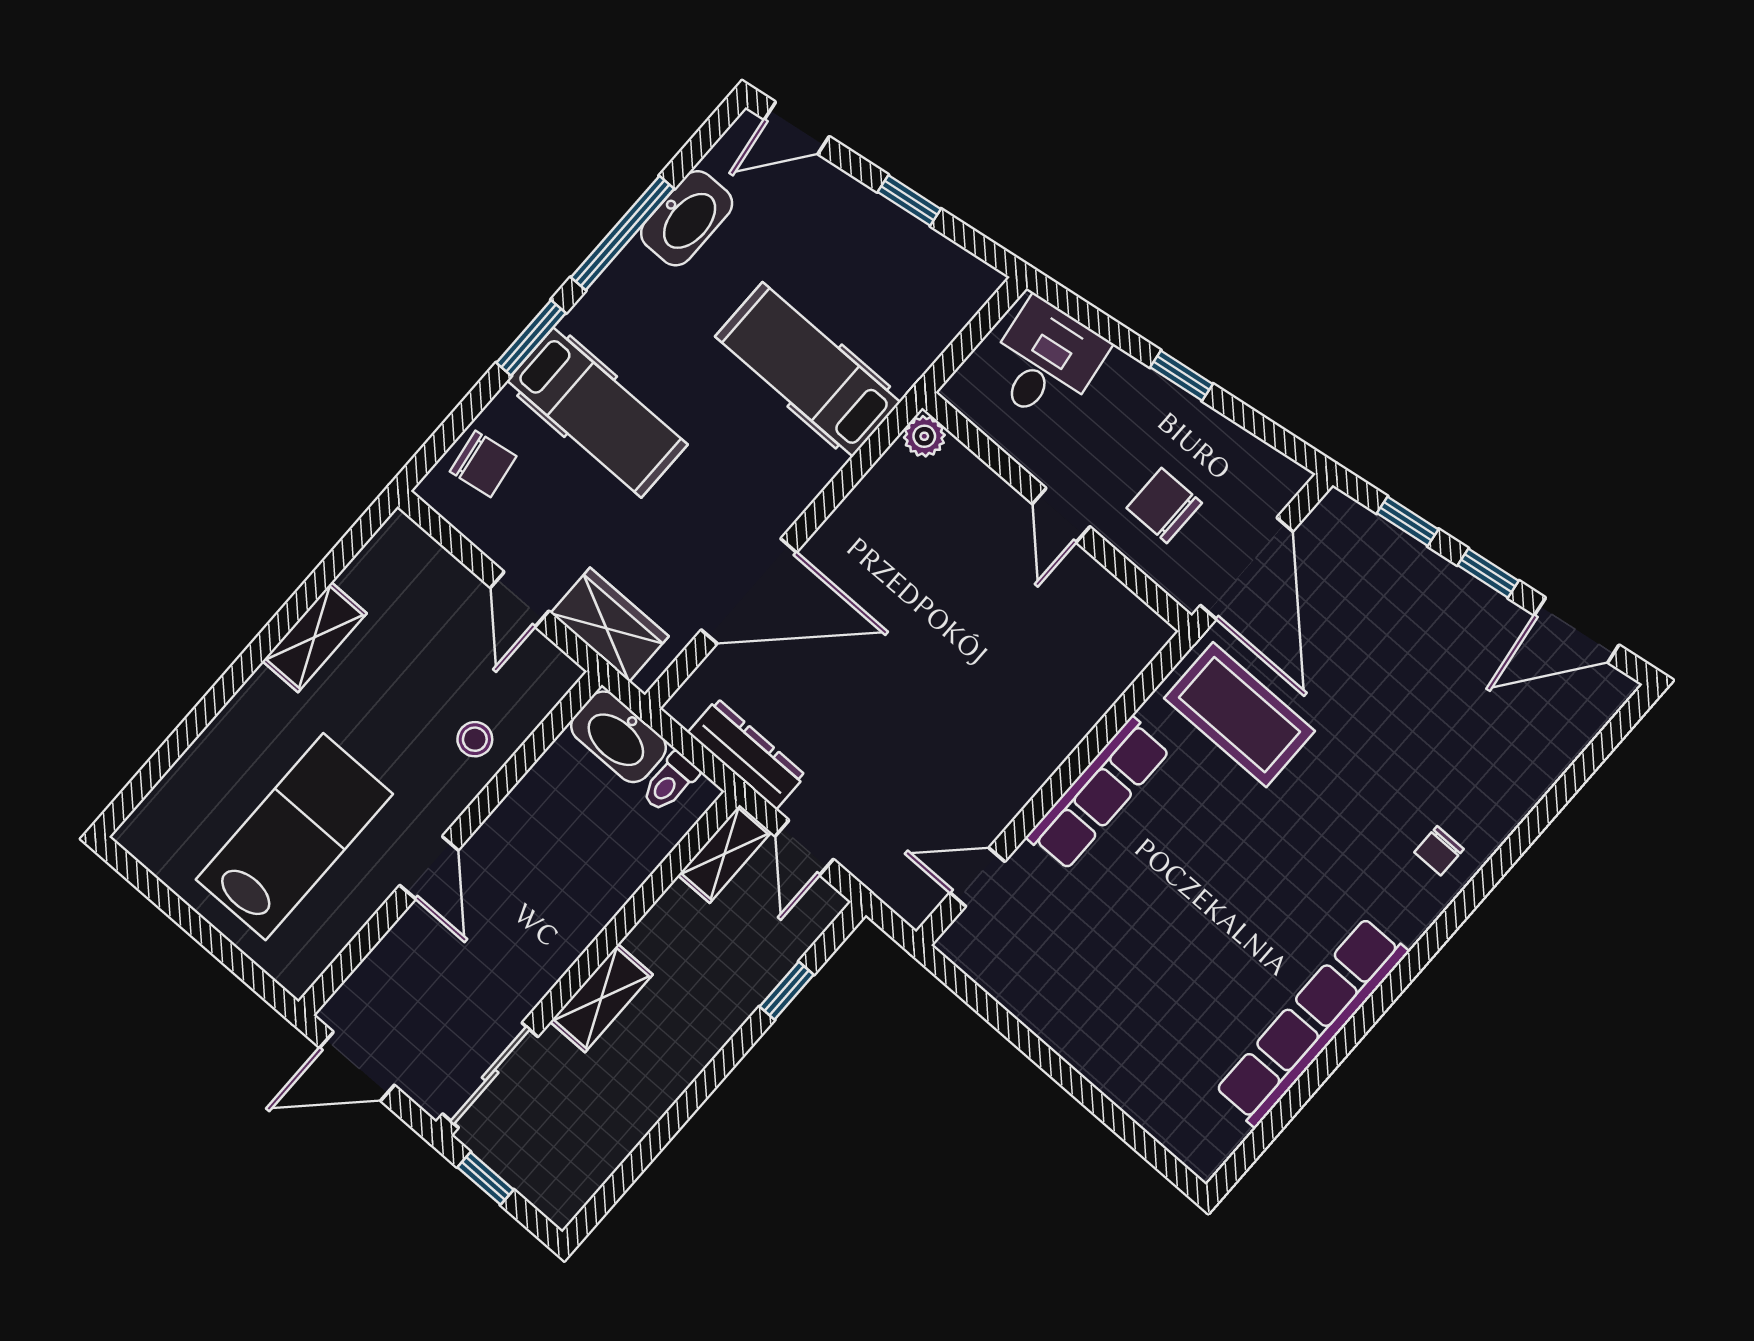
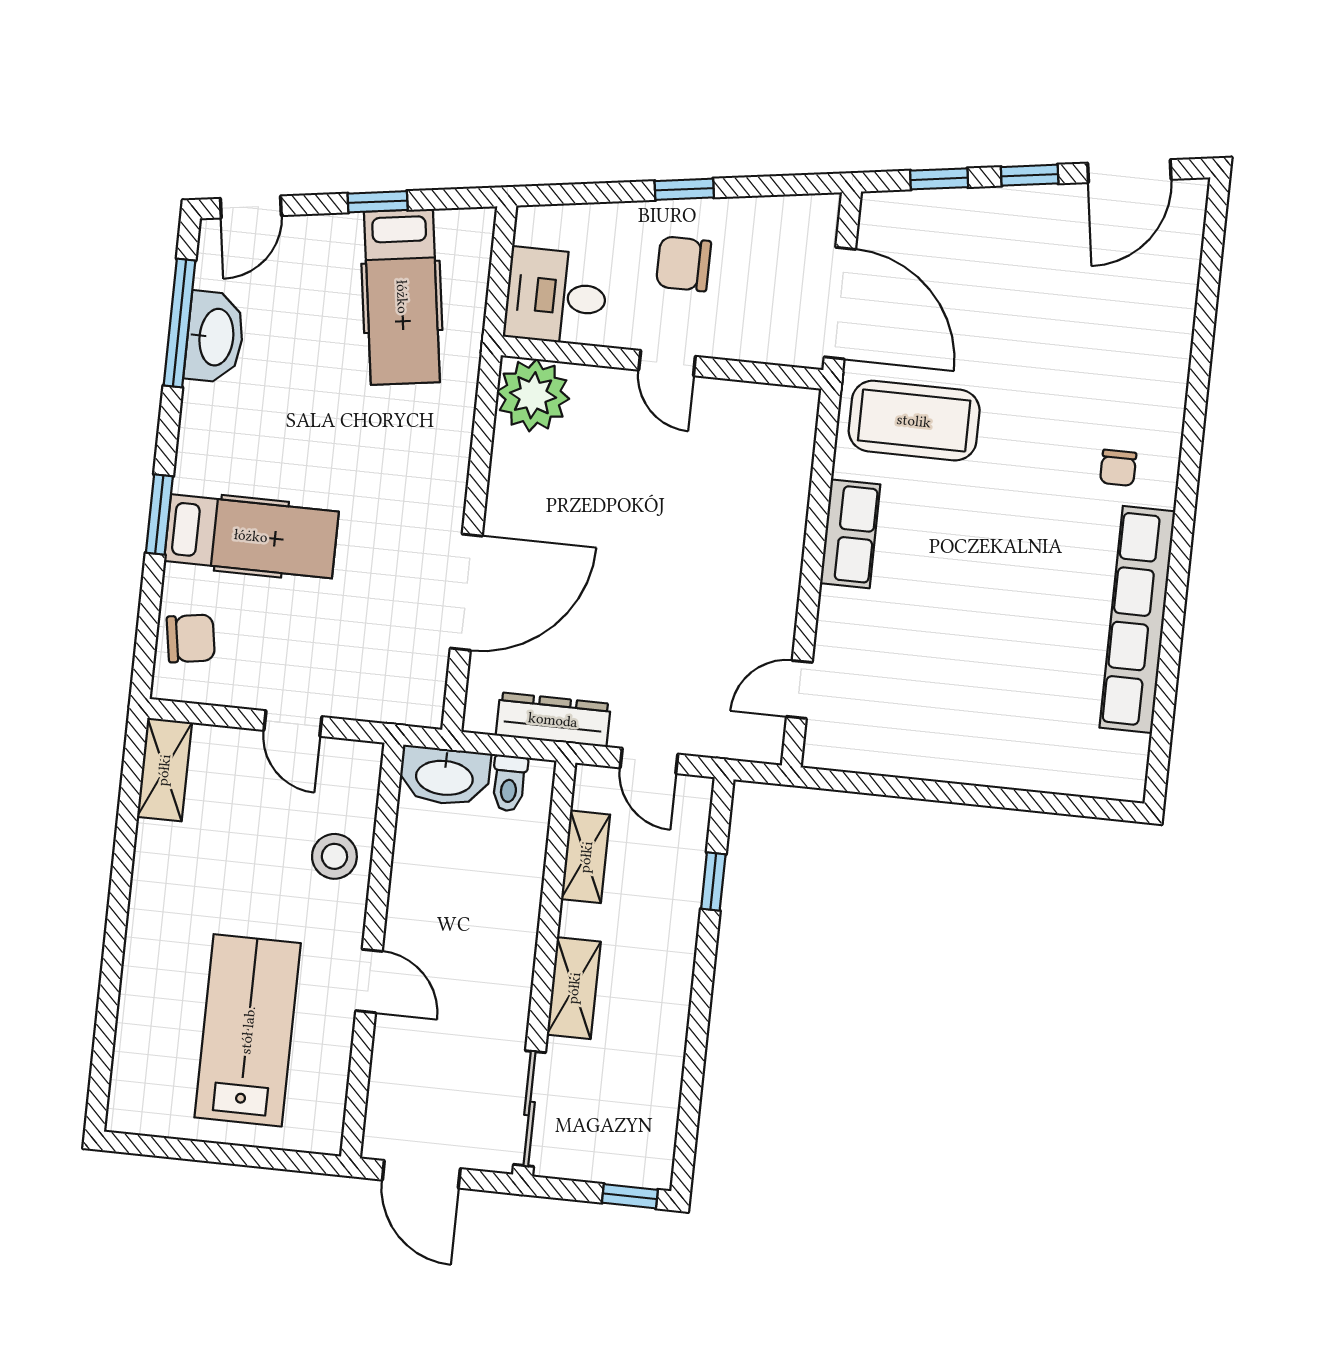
window: (623, 233) -> (179, 323), moved
desk: (1046, 361) -> (556, 296), moved, turned -82
hospital bed: (808, 369) -> (402, 297), moved, turned -98
plant: (924, 436) -> (533, 395), width x1.87, depth x1.87
chair: (1164, 505) -> (684, 264), moved
wardrobe: (610, 625) -> (377, 694), removed
shelving: (315, 637) -> (164, 770), moved
stool: (475, 739) -> (334, 856), width x1.37, depth x1.37
row of seats: (1098, 793) -> (850, 534), width x0.68
chair: (1439, 851) -> (1118, 468), moved
shelving: (725, 854) -> (586, 857), moved
door: (357, 1066) -> (421, 1174), hinge flipped
window: (485, 1178) -> (630, 1196), moved

